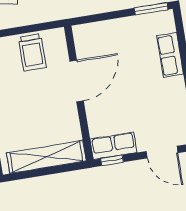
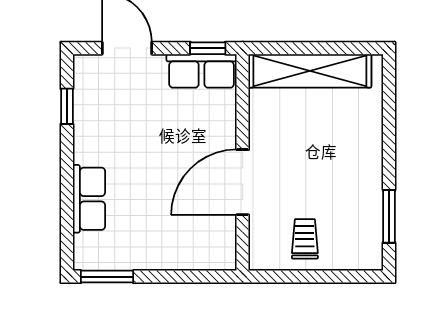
trolley: (32, 52) -> (305, 239), width x0.73, depth x0.72

